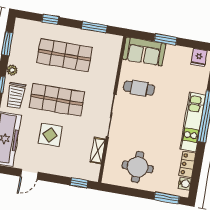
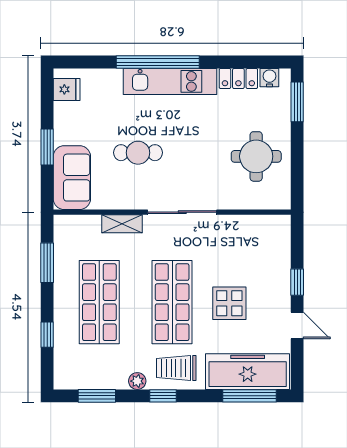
cafe table: (139, 88) -> (138, 153), moved, turned 90
trolley: (16, 95) -> (176, 368), turned 180
shelving: (98, 151) -> (122, 224), moved
window: (79, 183) -> (297, 282), moved

